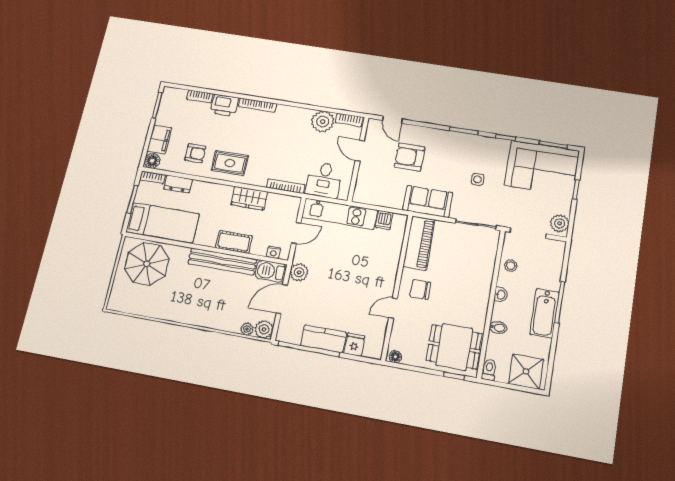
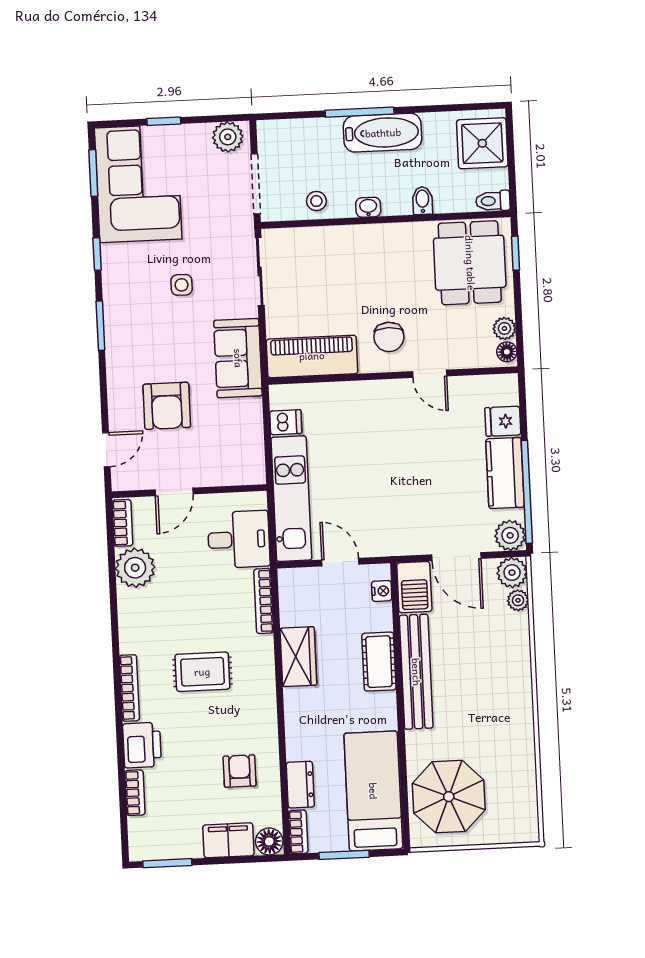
rug: (230, 163) -> (202, 672), moved, turned 90
plant: (299, 272) -> (510, 535), moved
plant: (410, 359) -> (504, 328), added

